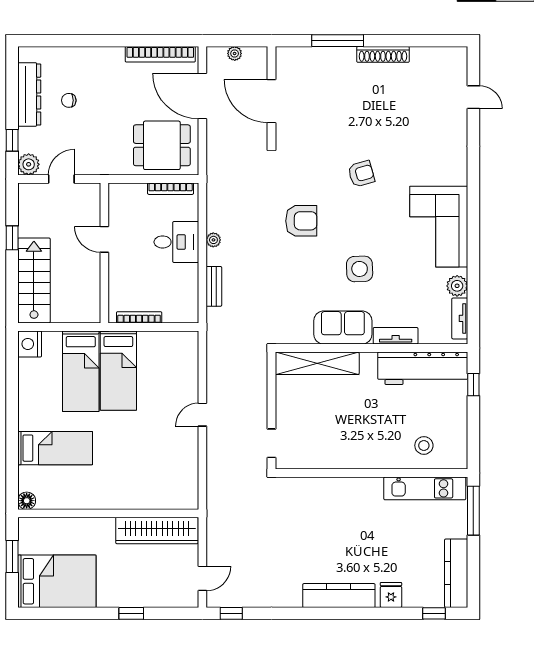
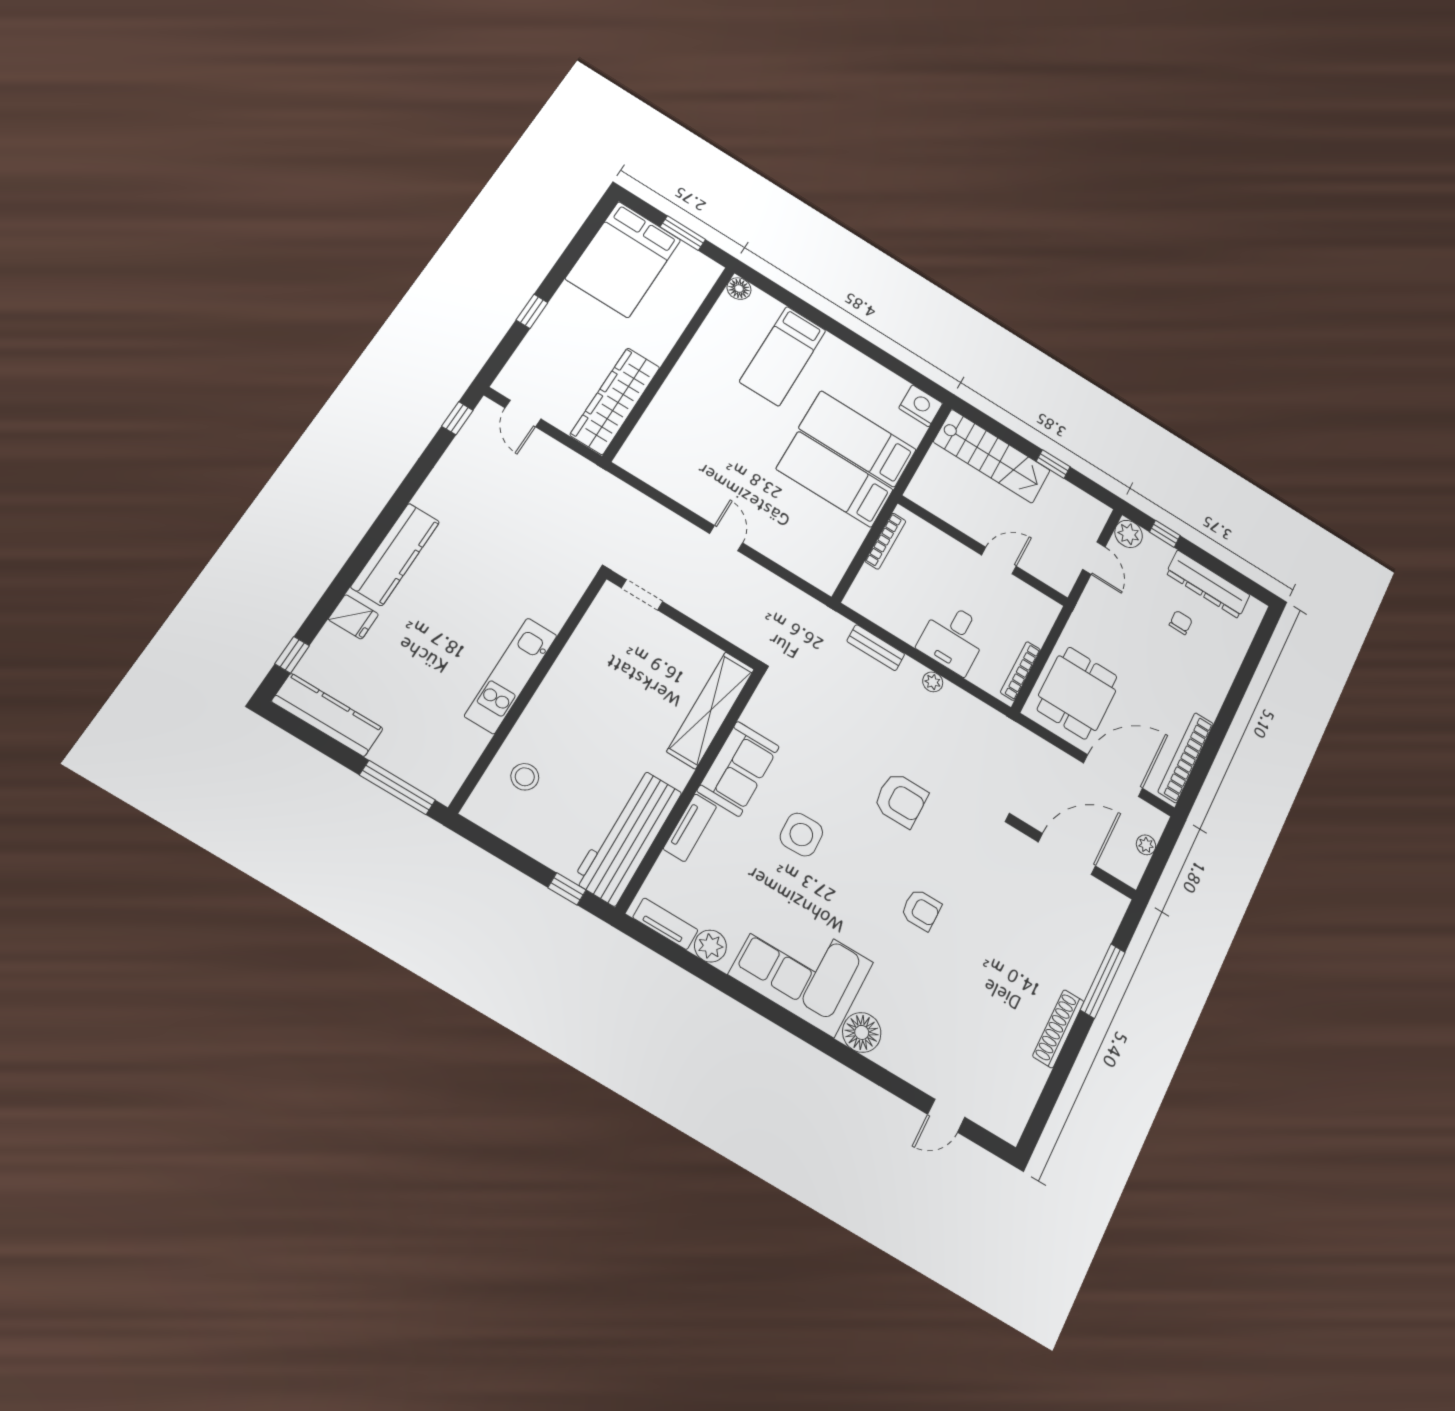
floor lamp: (455, 172) -> (862, 1032), added
armchair: (361, 174) -> (921, 910), turned -74
armchair: (301, 221) -> (901, 800), turned -90
kitchen unit: (425, 488) -> (511, 676), moved

